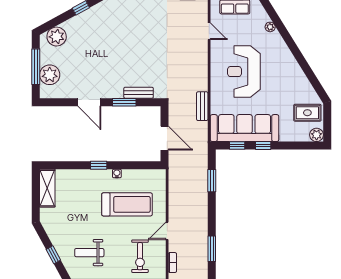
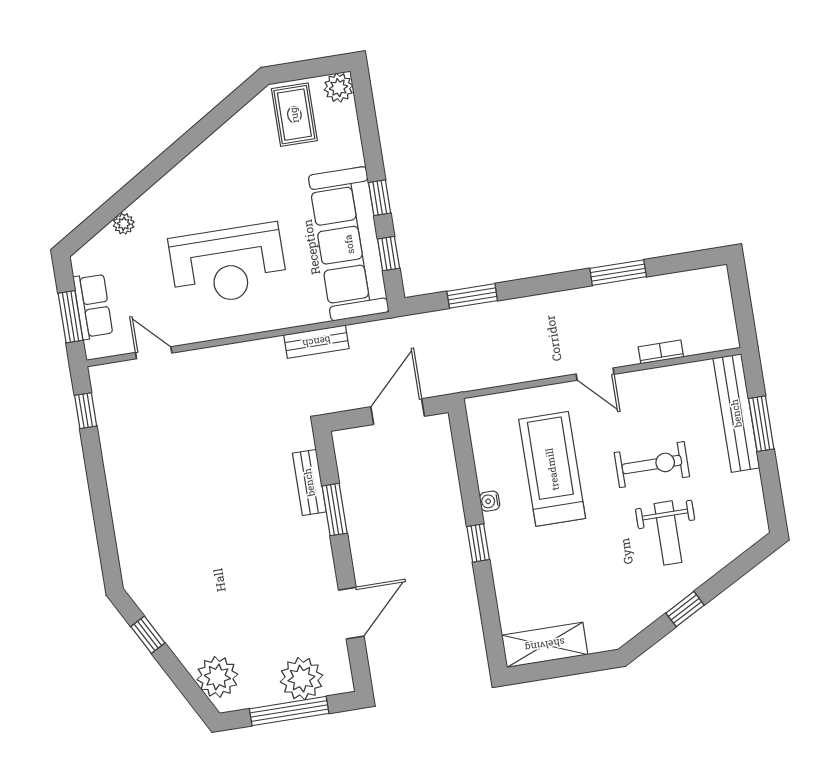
door: (209, 31) -> (154, 353), hinge flipped
door: (89, 102) -> (351, 613), moved
exercise bike: (140, 256) -> (652, 465), moved

